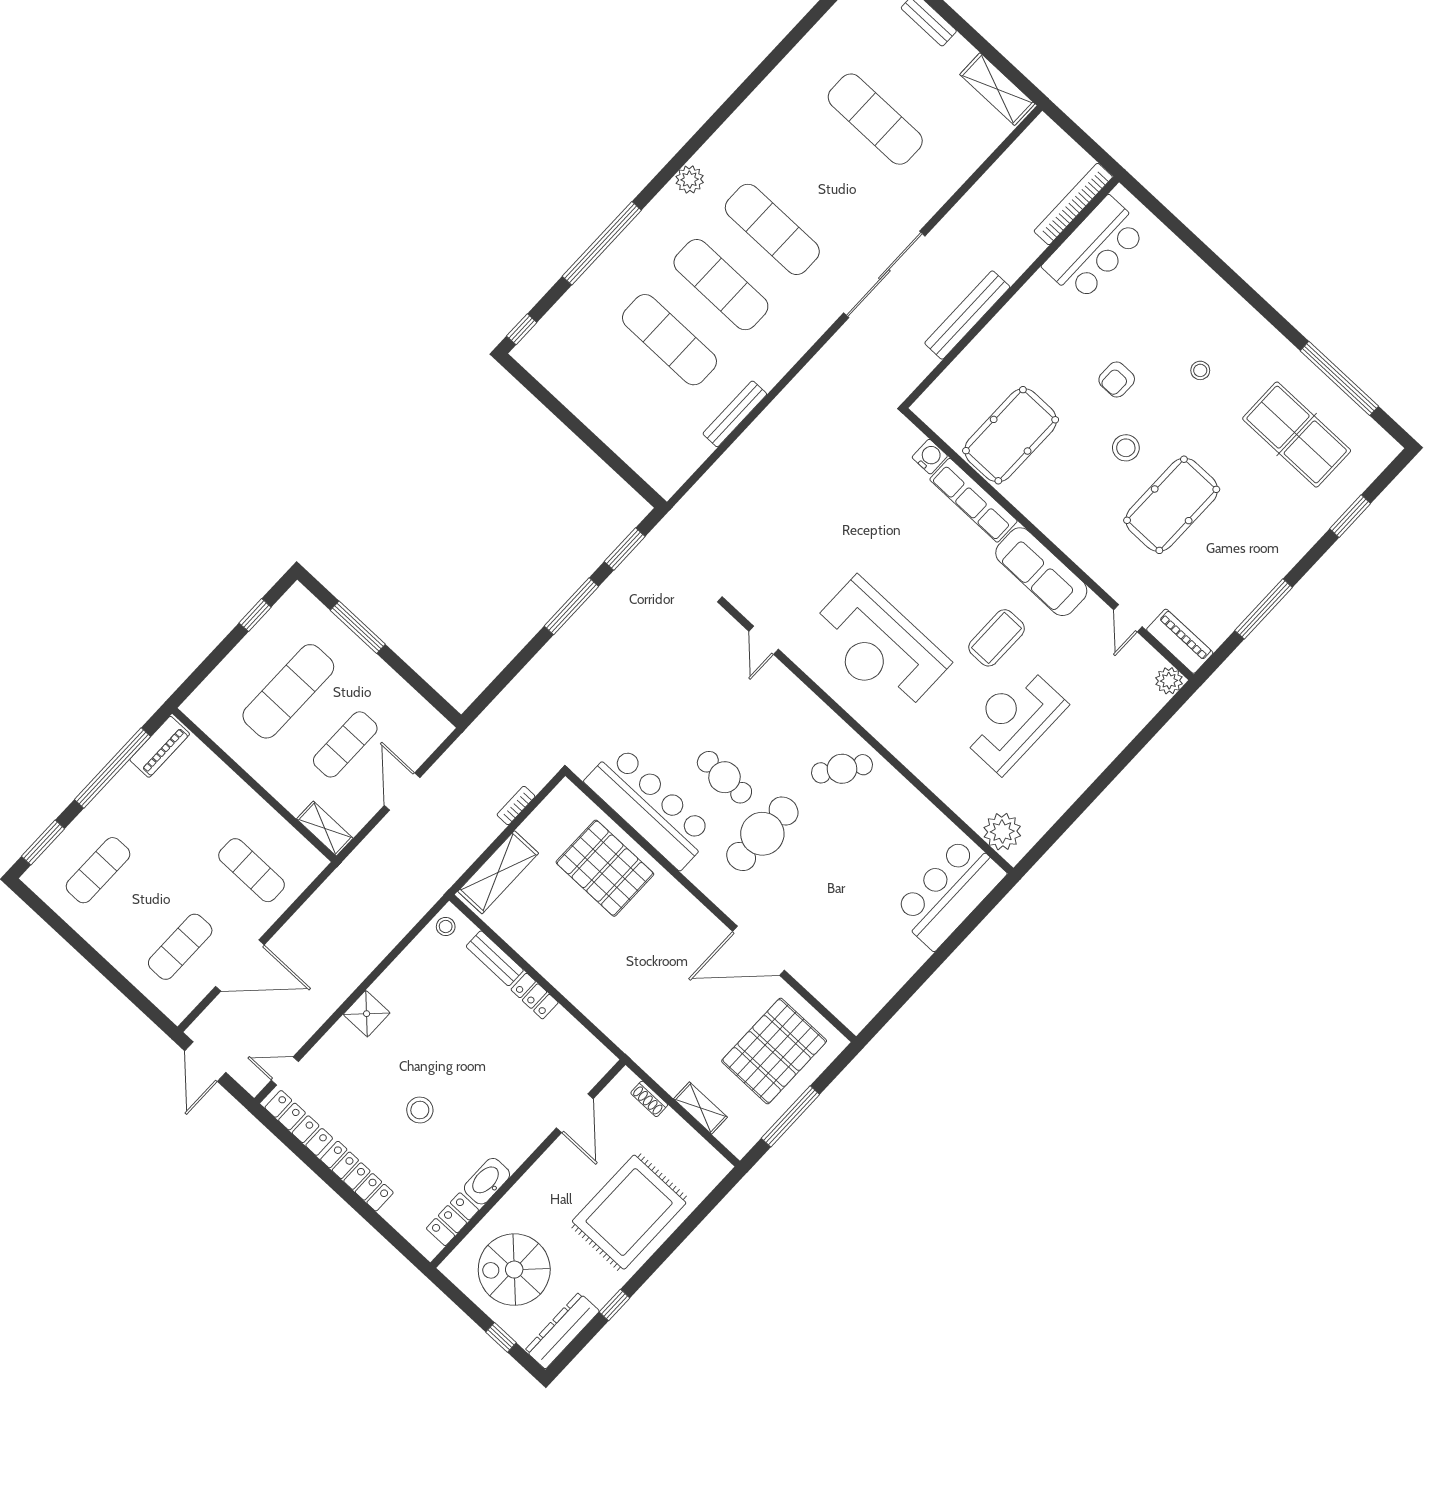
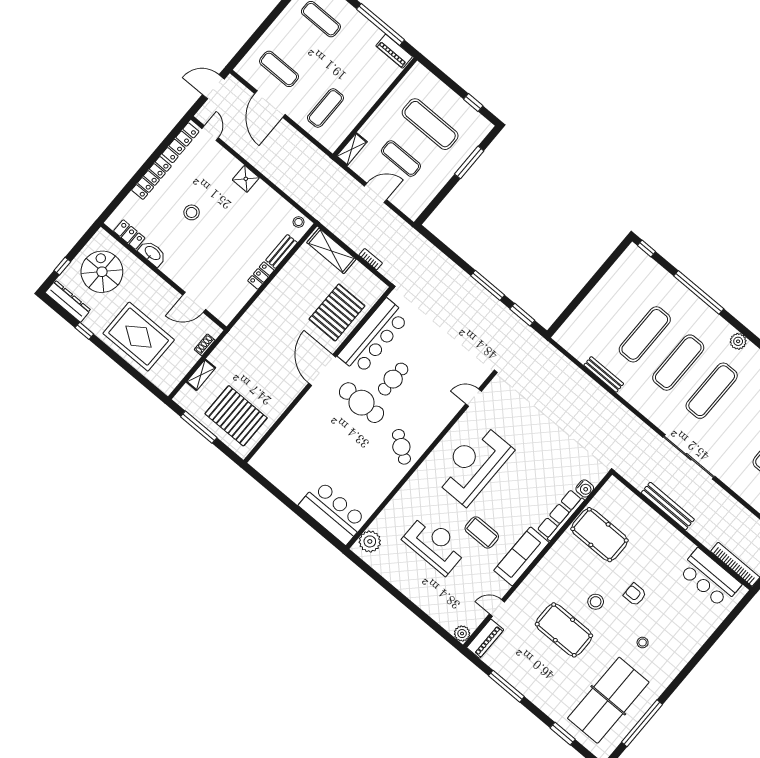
table tennis table: (1297, 435) -> (608, 700), width x1.36, depth x1.32
door: (759, 951) -> (322, 370), moved

